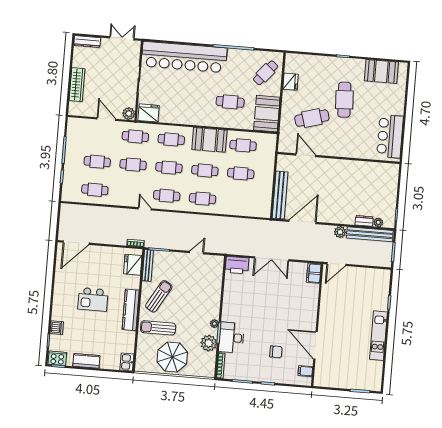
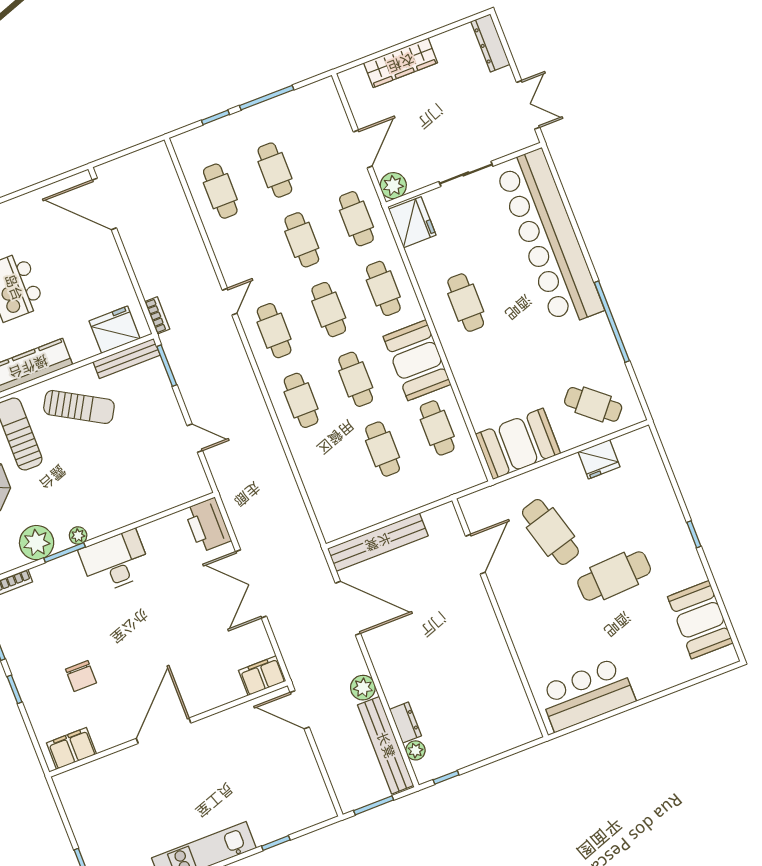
cafe table: (230, 102) -> (466, 303), moved
desk: (231, 338) -> (115, 562), moved
door: (315, 345) -> (164, 731), moved
filing cabinet: (305, 371) -> (72, 748), width x2.00

